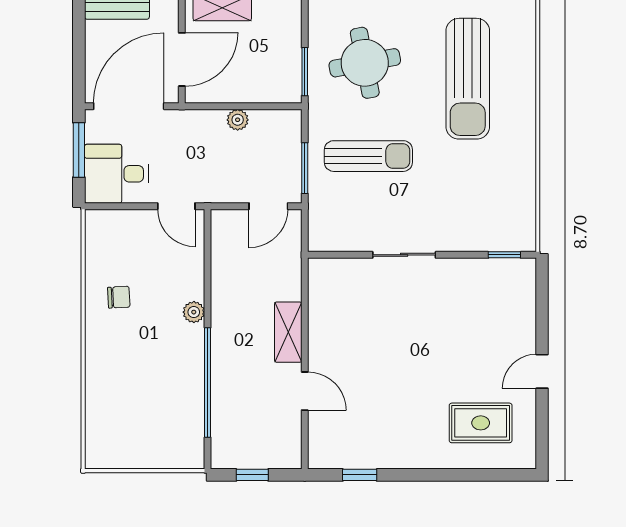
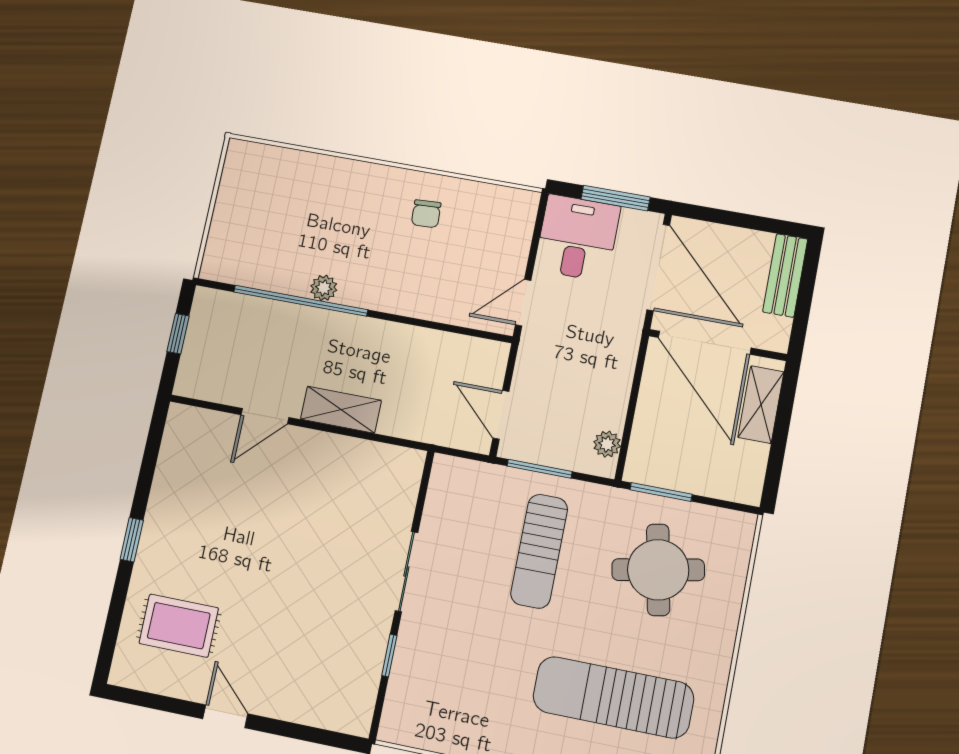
door: (182, 59) -> (705, 343), width x1.36
plant: (238, 120) -> (607, 444), moved
window: (504, 255) -> (389, 655), moved
plant: (194, 312) -> (324, 288), moved
rug: (481, 423) -> (179, 626), turned 90
window: (360, 475) -> (132, 540), moved

